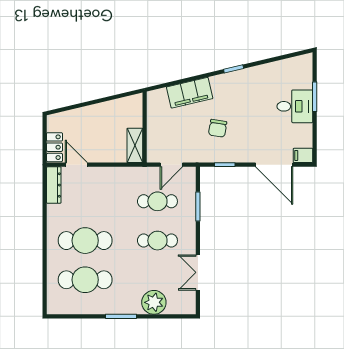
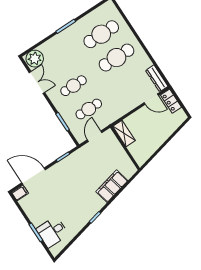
desk: (295, 106) -> (52, 232), moved
chair: (218, 128) -> (81, 176), removed
plant: (154, 302) -> (35, 59), moved

